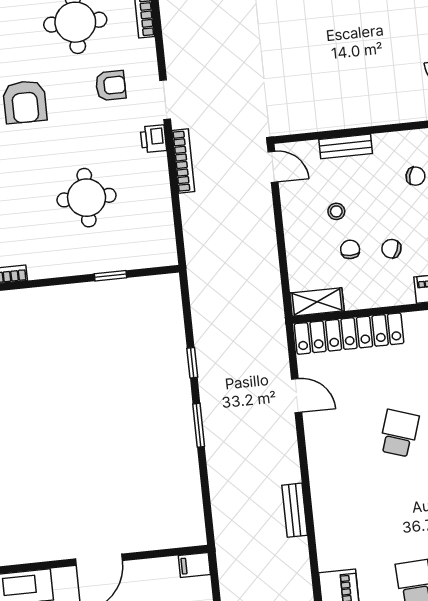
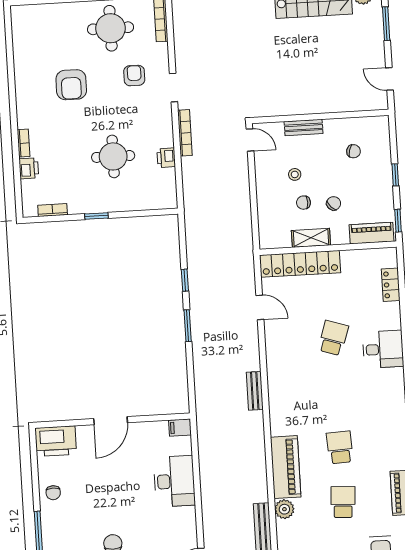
armchair: (111, 86) -> (134, 76), turned -90
printer: (153, 139) -> (166, 158), moved
chair: (350, 249) -> (303, 203), turned -90
chair: (391, 249) -> (334, 203), turned 115
window: (110, 276) -> (96, 216), moved
shelving: (317, 302) -> (311, 238), moved

